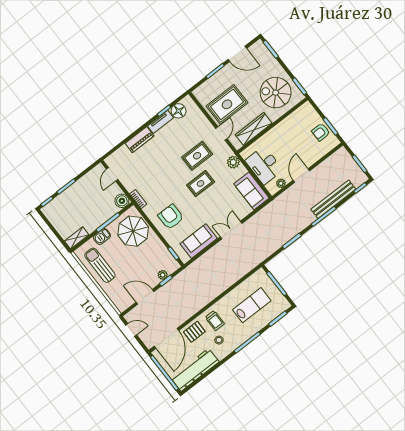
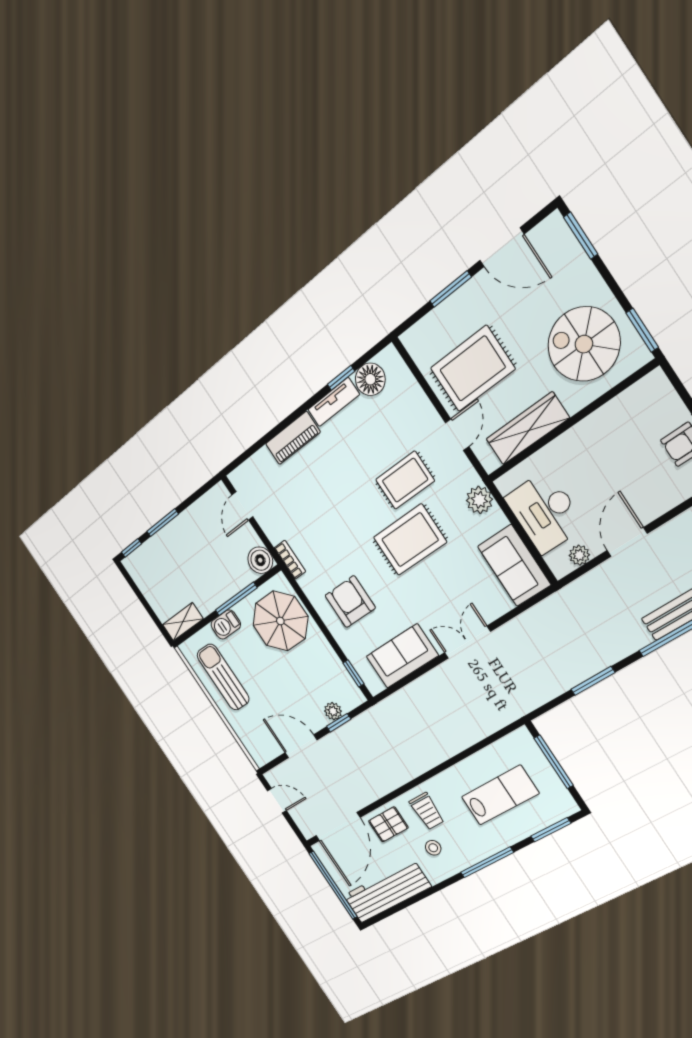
rug: (201, 183) -> (410, 540), width x1.36, depth x1.43

